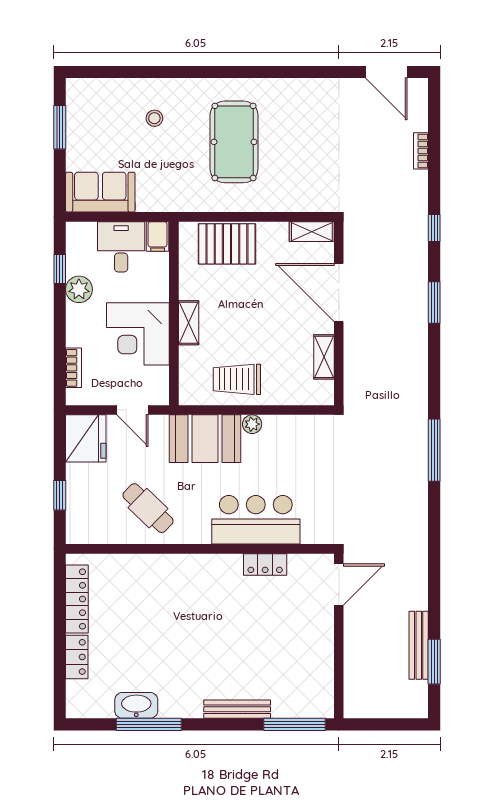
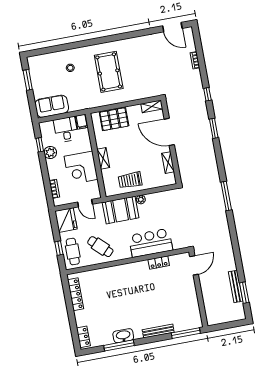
cafe table: (88, 508) -> (73, 251), added
locker: (77, 657) -> (83, 337), moved
washbasin: (136, 705) -> (123, 336), moved

